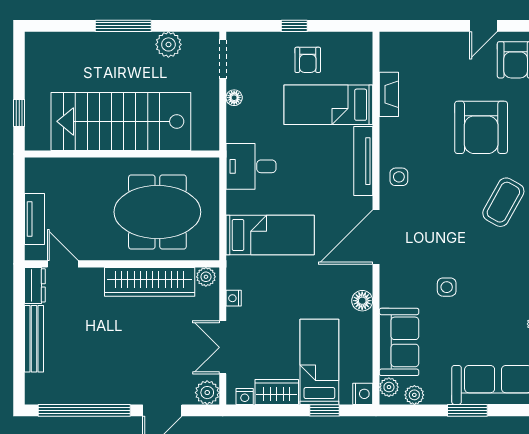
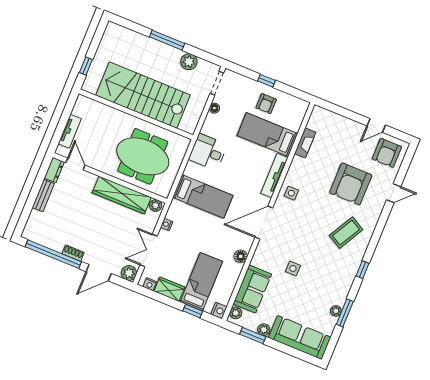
bench: (34, 339) -> (43, 196), width x0.73
plant: (414, 395) -> (264, 330), moved
shoe rack: (113, 397) -> (73, 253), added
window: (467, 410) -> (253, 336), moved

